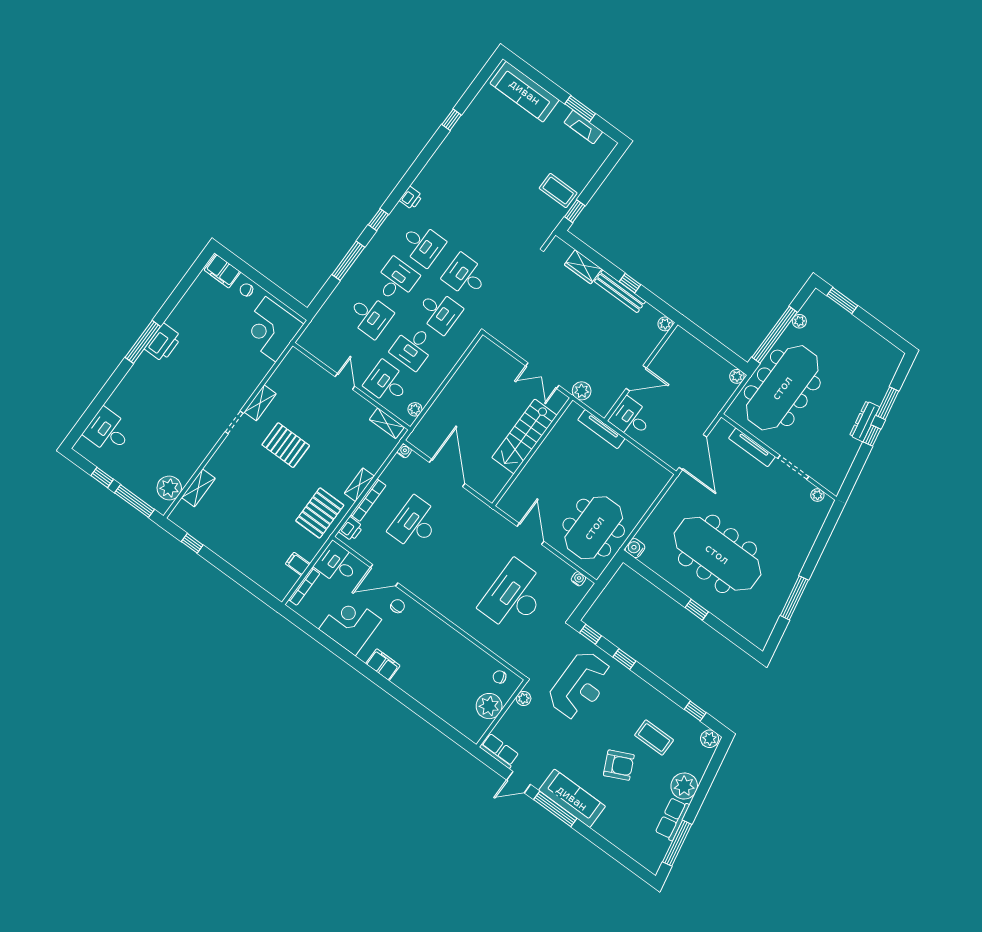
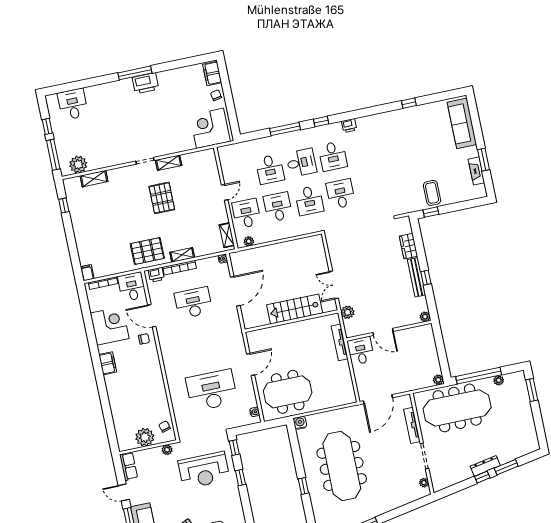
desk: (413, 347) -> (278, 207), turned 90
filing cabinet: (298, 564) -> (87, 273), moved

